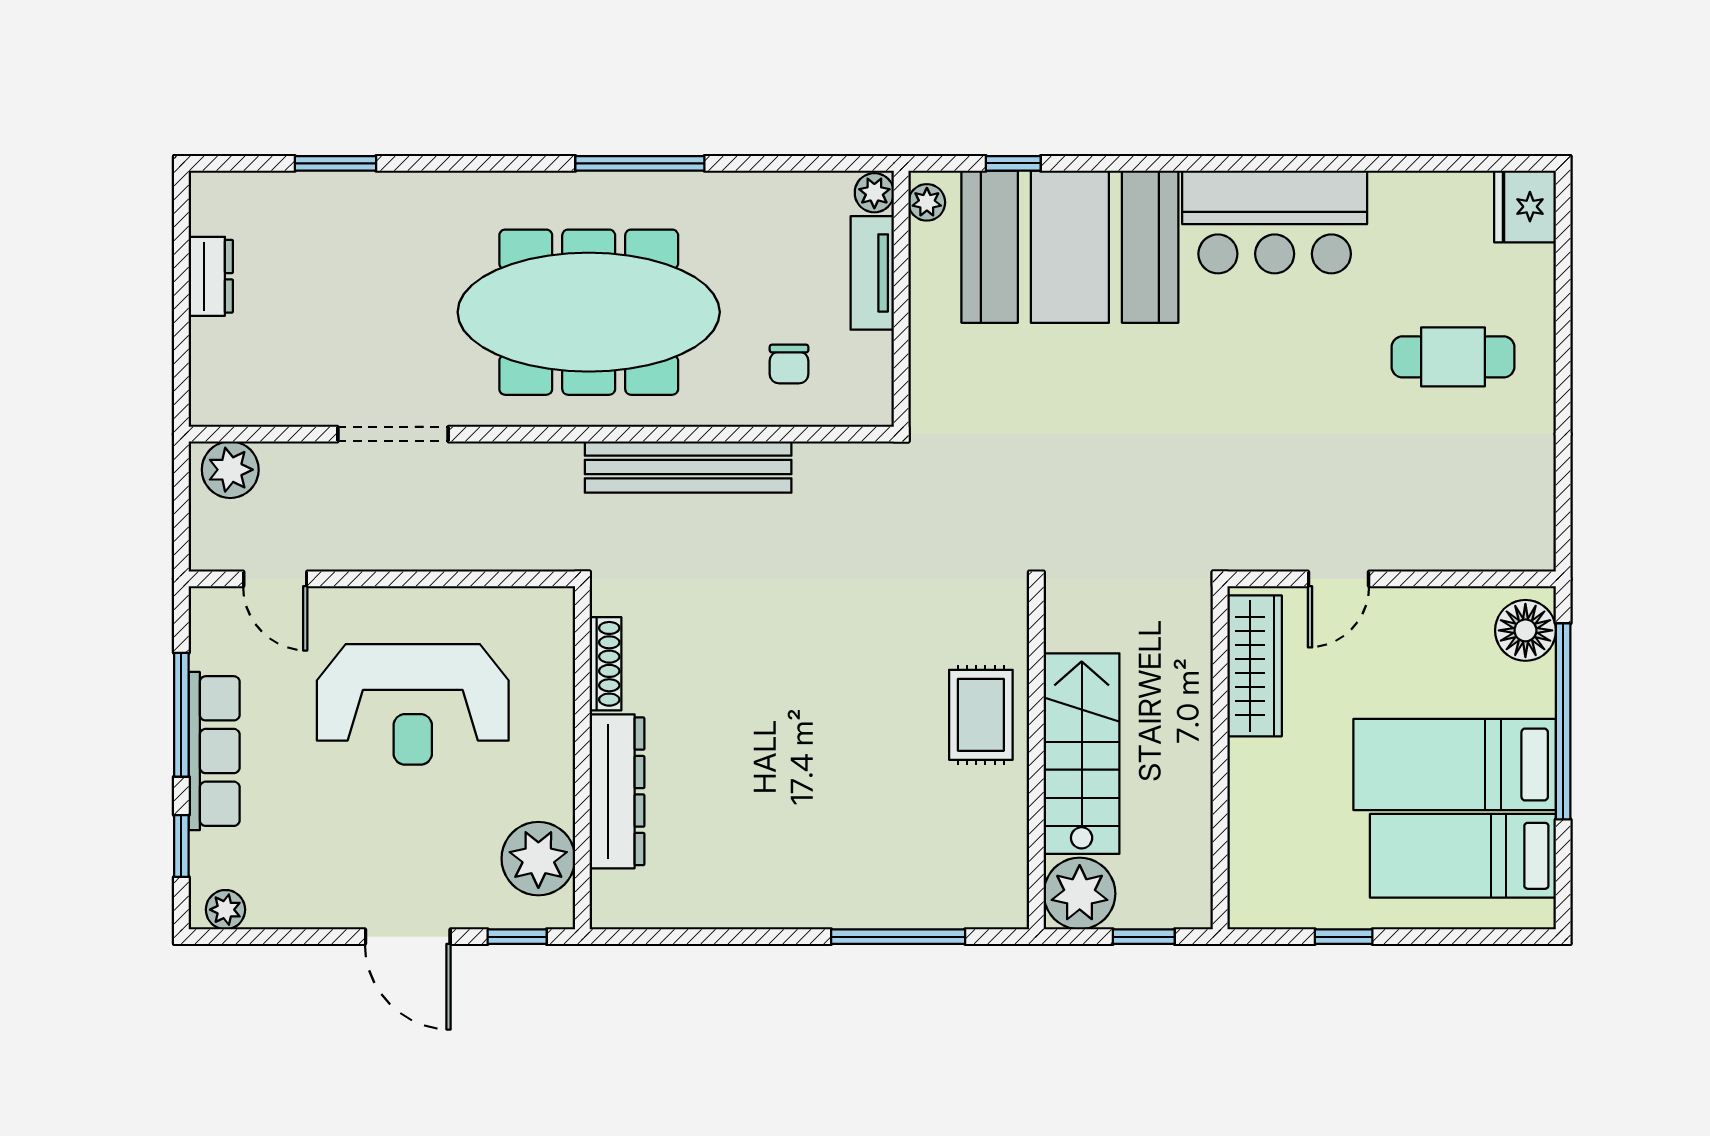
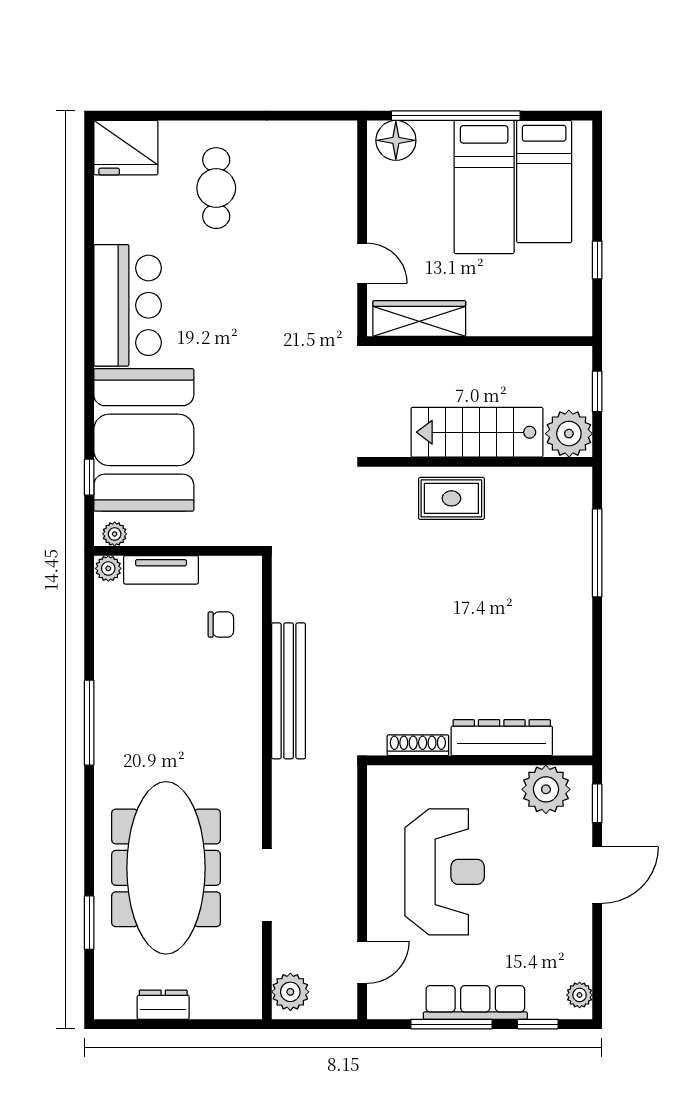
fridge: (1525, 207) -> (126, 148), width x1.36, depth x1.34
meeting table: (589, 312) -> (166, 868), moved

